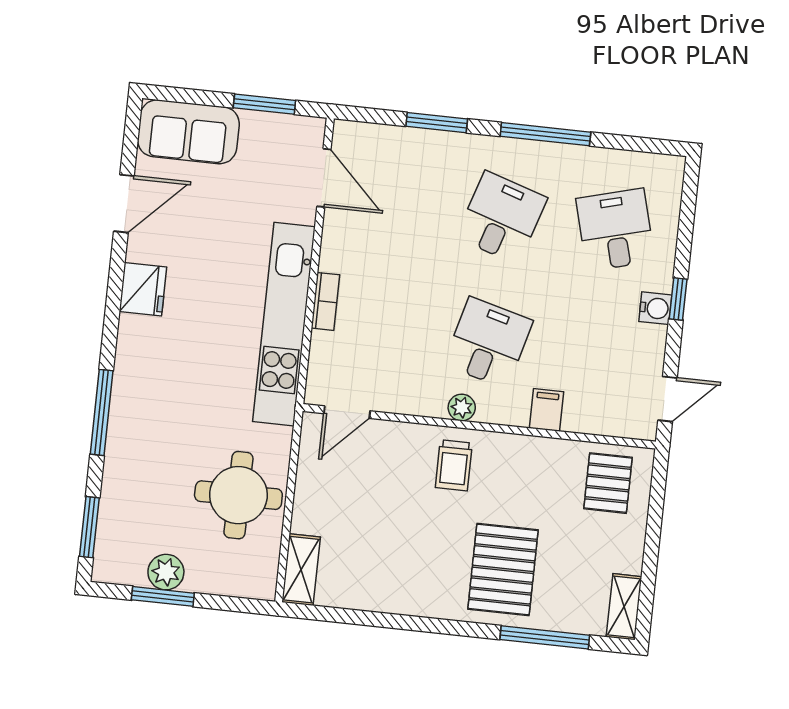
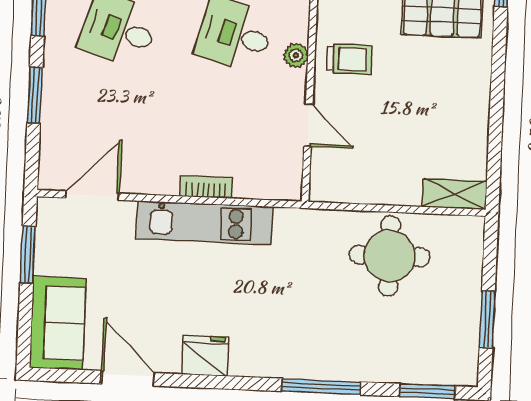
kitchen unit: (284, 324) -> (205, 223), width x0.73
door: (347, 412) -> (308, 125), moved
plant: (166, 572) -> (465, 318), removed

